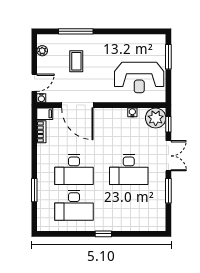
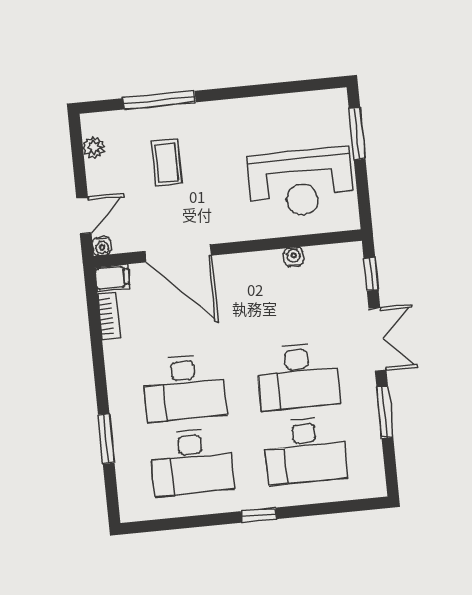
plant: (156, 118) -> (343, 264), removed
desk: (129, 205) -> (305, 450), added

